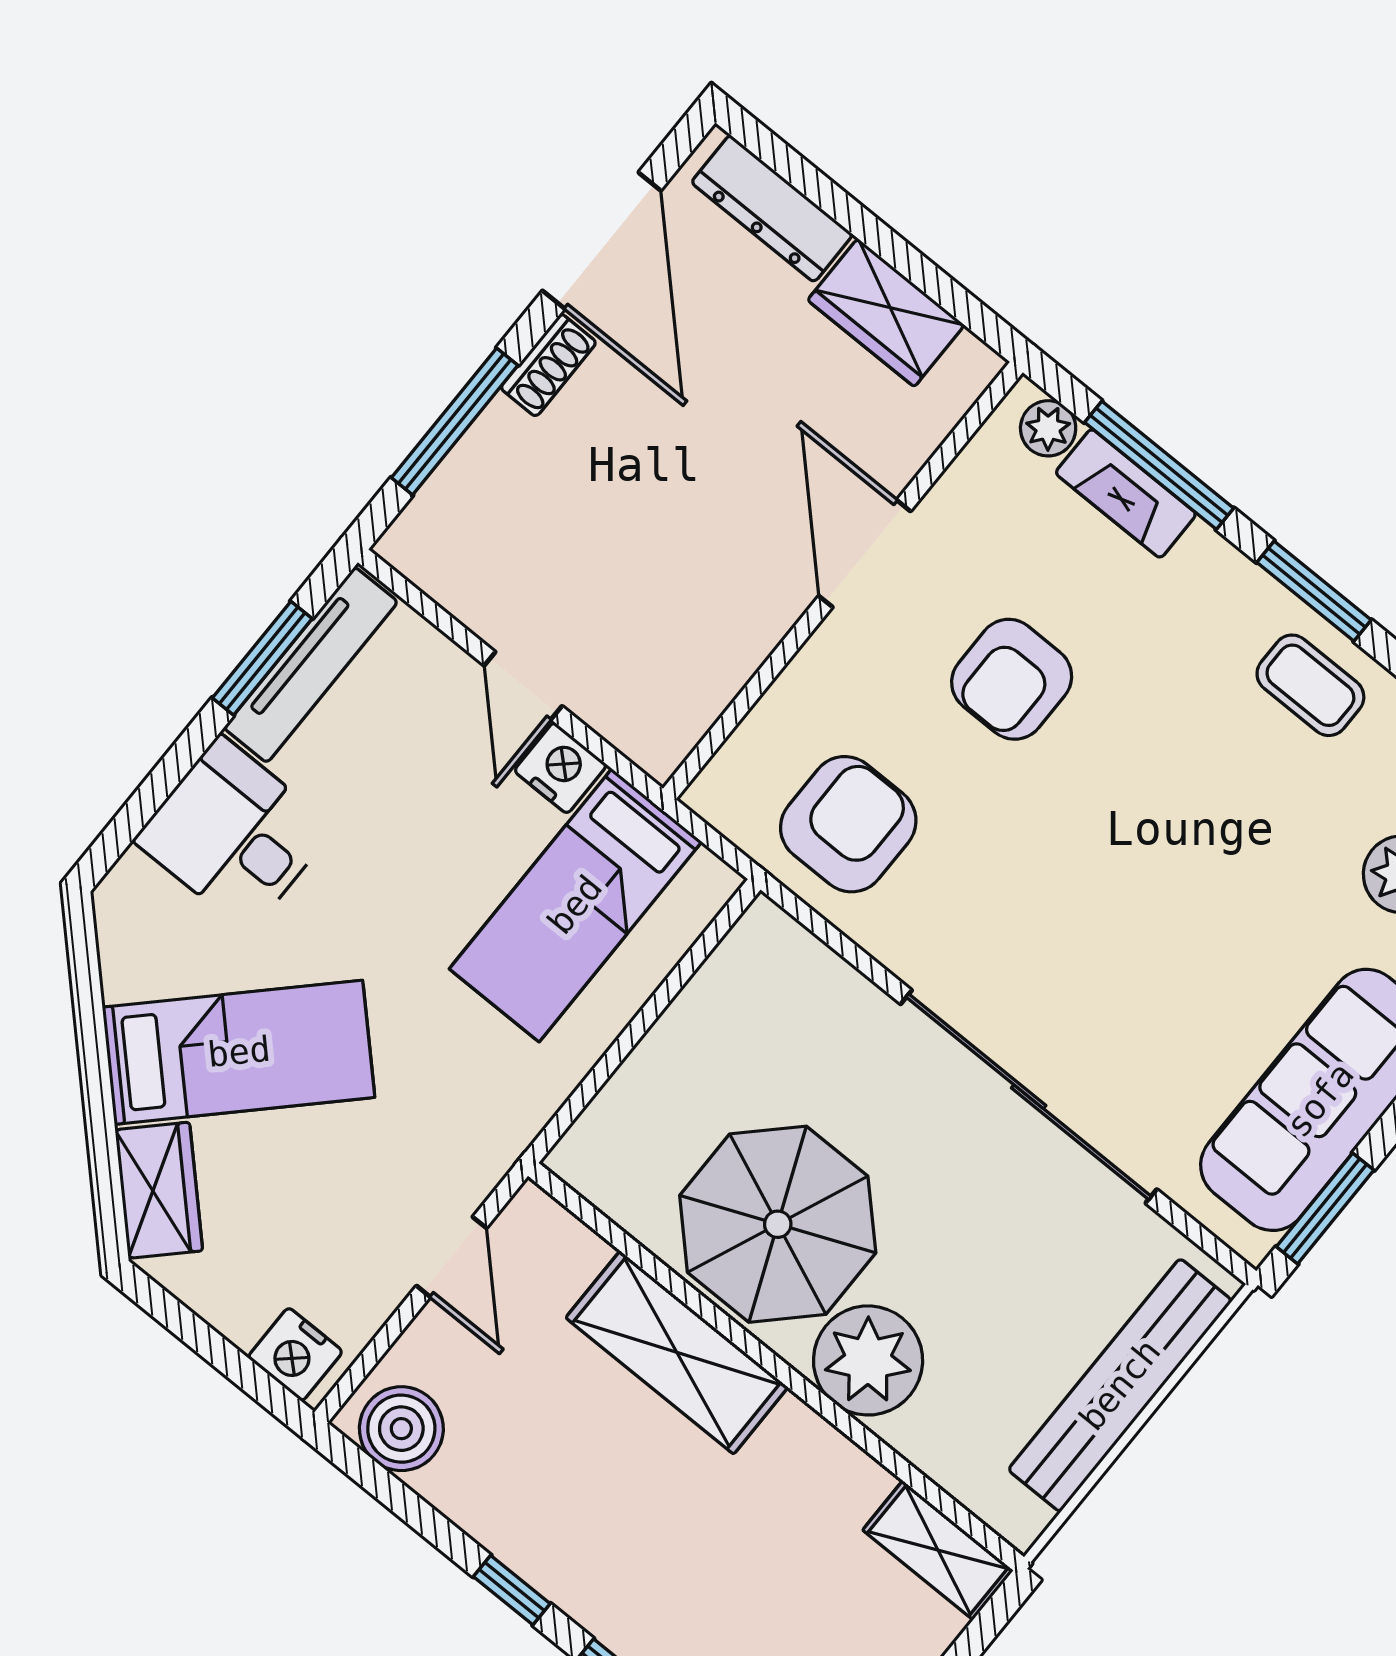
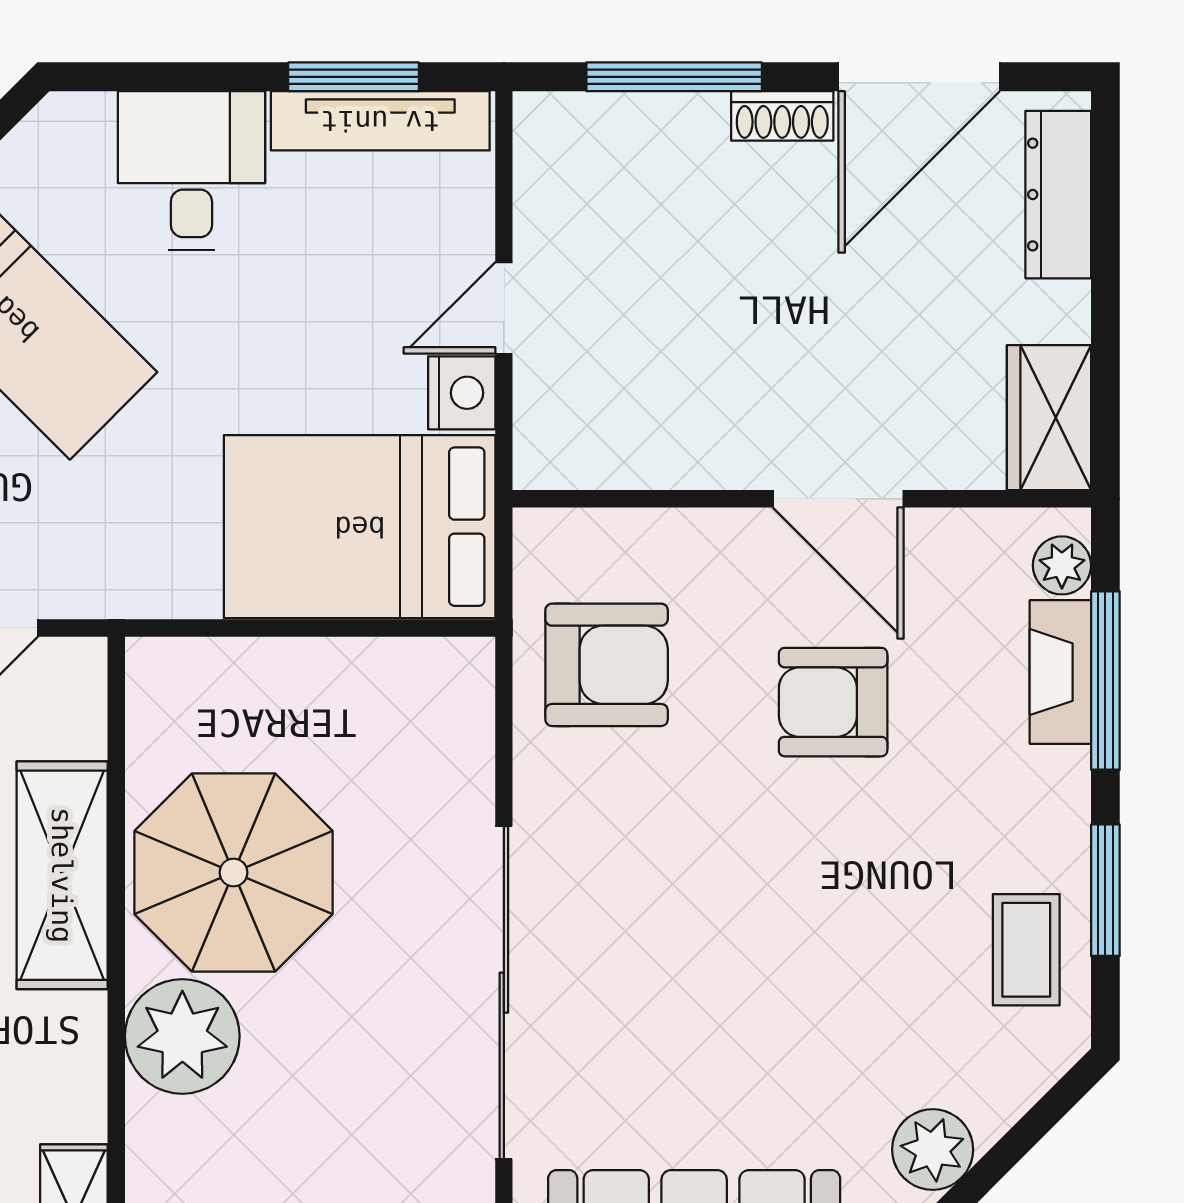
wardrobe: (886, 313) -> (1049, 418), moved
door: (865, 554) -> (838, 499), swing flipped
bed: (575, 905) -> (360, 527), width x1.50

